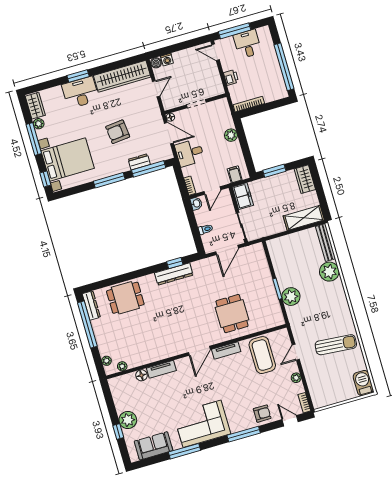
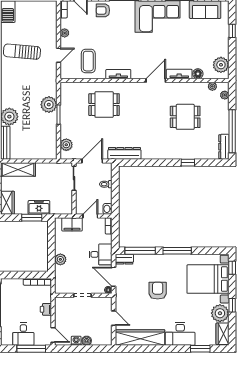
washing machine: (167, 60) -> (76, 341), moved
boiler: (156, 63) -> (87, 341), moved
window: (78, 76) -> (200, 349), moved
door: (156, 89) -> (114, 318), swing flipped
plant: (39, 124) -> (220, 313), width x1.87, depth x1.87
armchair: (118, 132) -> (158, 291), turned -84
window: (34, 139) -> (232, 305), width x0.46
dresser: (139, 162) -> (124, 259), moved
filing cabinet: (235, 174) -> (72, 224), width x2.00
freezer: (243, 196) -> (39, 207), moved, turned 90
plant: (260, 259) -> (66, 145), added
window: (175, 263) -> (188, 163), moved
dresser: (174, 274) -> (124, 153), moved
dining table: (125, 298) -> (185, 117), moved
dining table: (232, 314) -> (104, 105), turned 90
door: (199, 351) -> (156, 80), moved
coffee table: (262, 355) -> (88, 61), width x0.73, depth x0.76
plant: (128, 420) -> (221, 65), moved

